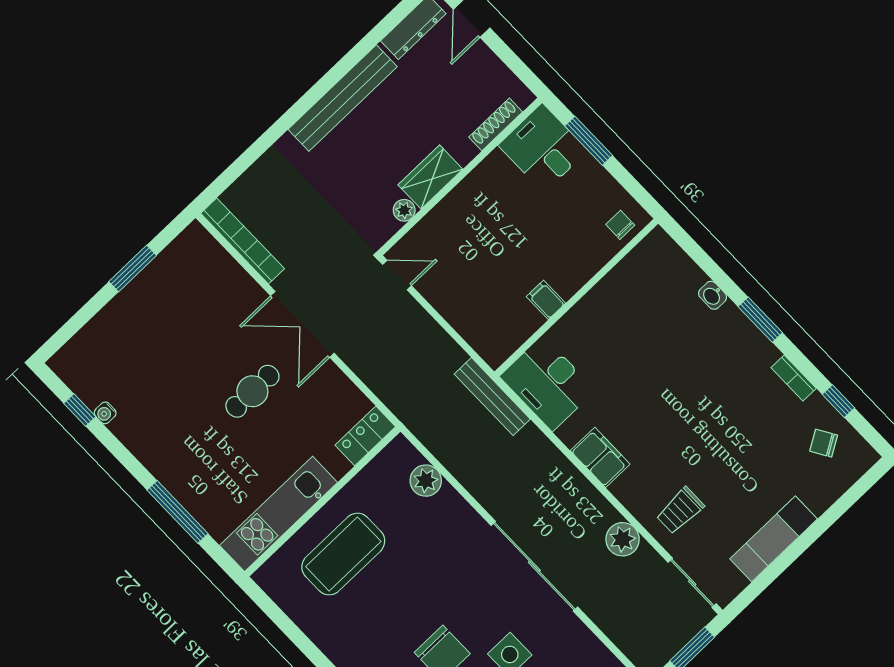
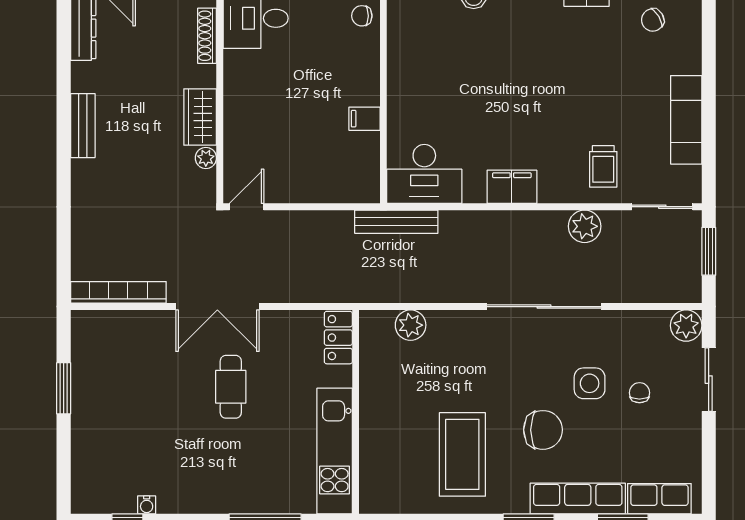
bench: (343, 98) -> (83, 126), width x0.54, depth x0.82
coffee table: (343, 554) -> (462, 454), moved

